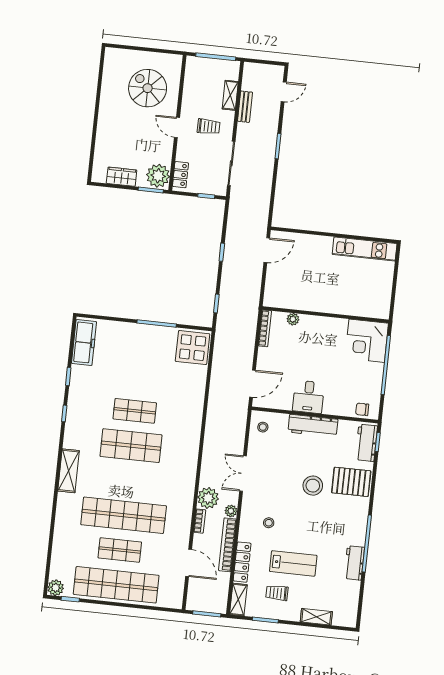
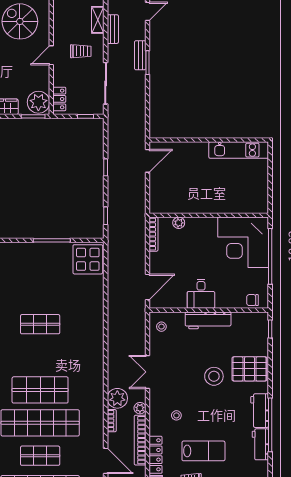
door: (177, 127) -> (51, 55), hinge flipped
bench: (271, 138) -> (140, 55), added
corner desk: (367, 341) -> (243, 242), width x1.36, depth x1.36
workbench: (366, 443) -> (260, 411), moved
shop shelf: (131, 446) -> (40, 390), moved

